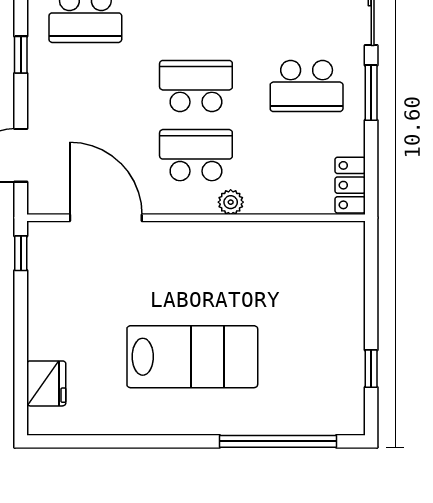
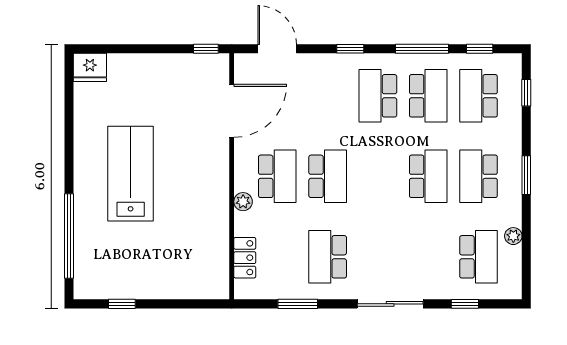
window: (371, 93) -> (298, 304), moved
locker: (350, 185) -> (245, 258), moved, turned 90
lab bench: (192, 357) -> (131, 174), turned 180
fridge: (46, 383) -> (90, 67), moved

